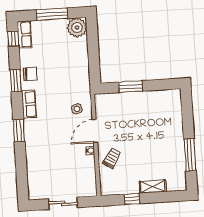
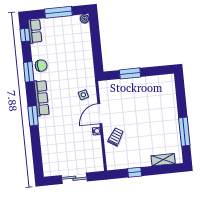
plant: (77, 28) -> (84, 19), width x0.53, depth x0.53
row of seats: (29, 104) -> (42, 98), width x1.48
shelving: (153, 187) -> (163, 160), moved

